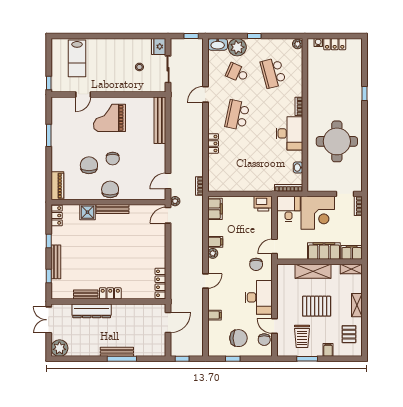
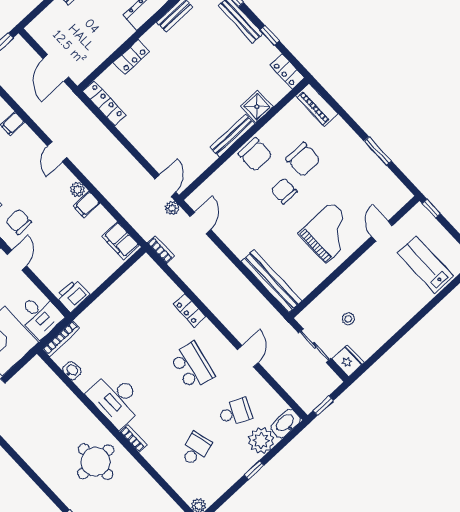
school desk: (273, 73) -> (196, 449), width x0.54
round table: (337, 141) -> (96, 462), moved, width x0.73, depth x0.73
locker: (110, 293) -> (132, 57), moved

